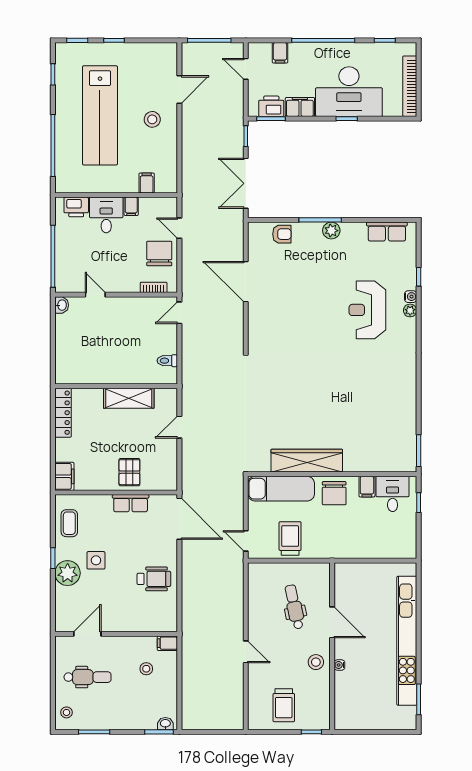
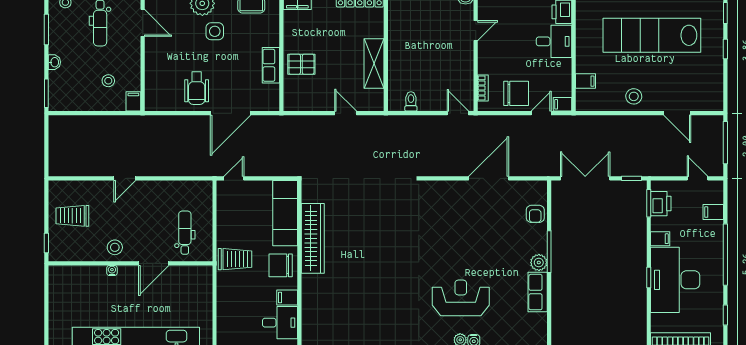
door: (246, 69) -> (698, 178), hinge flipped
filing cabinet: (300, 107) -> (660, 239), width x0.50
stool: (152, 119) -> (634, 96), moved
filing cabinet: (131, 206) -> (563, 104), moved
row of seats: (387, 232) -> (538, 292), moved
door: (179, 519) -> (231, 113), moved
trolley: (290, 538) -> (235, 259), moved
dental chair: (294, 607) -> (185, 233), moved, turned -78
washbasin: (165, 724) -> (54, 62), moved

